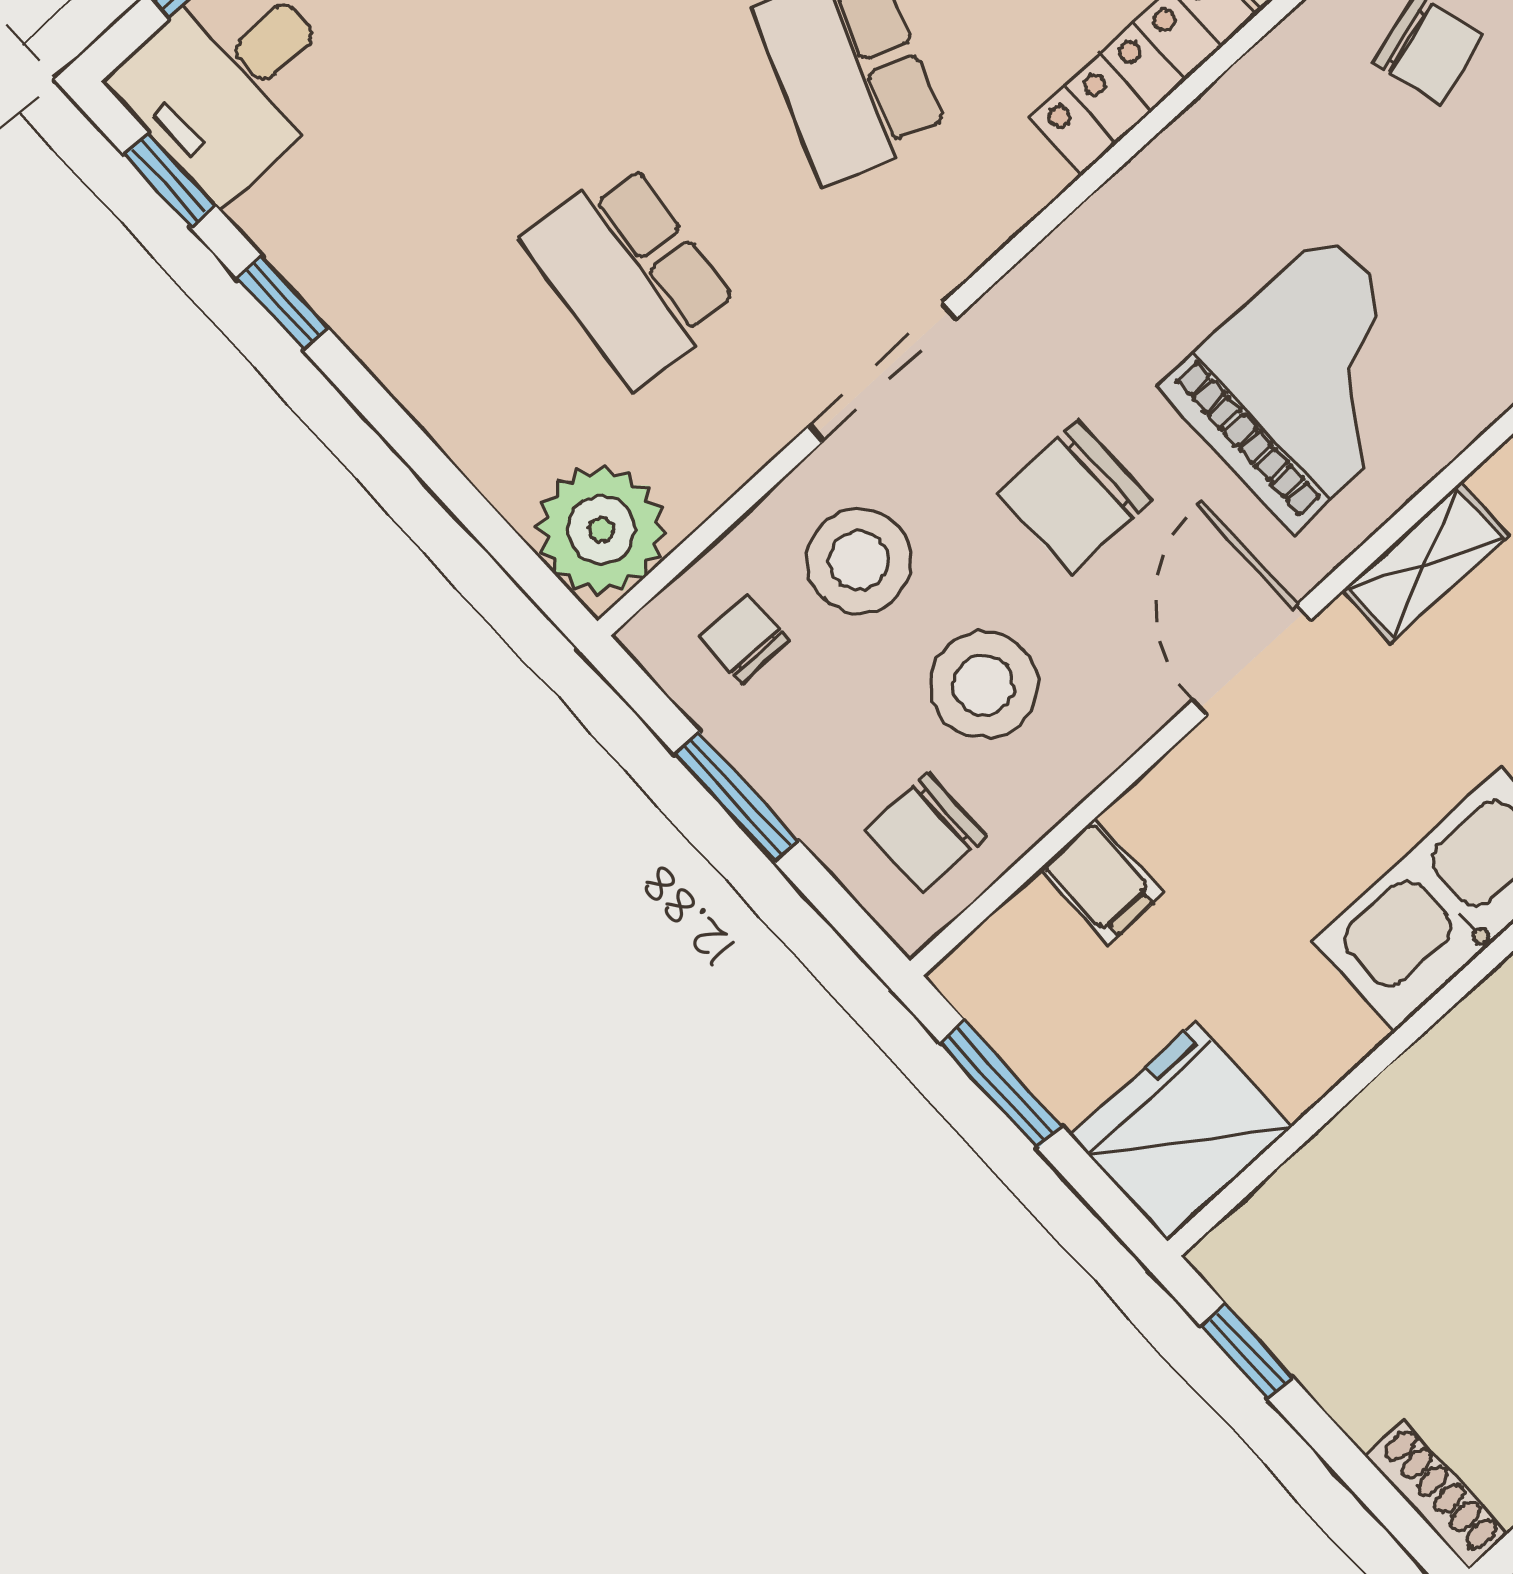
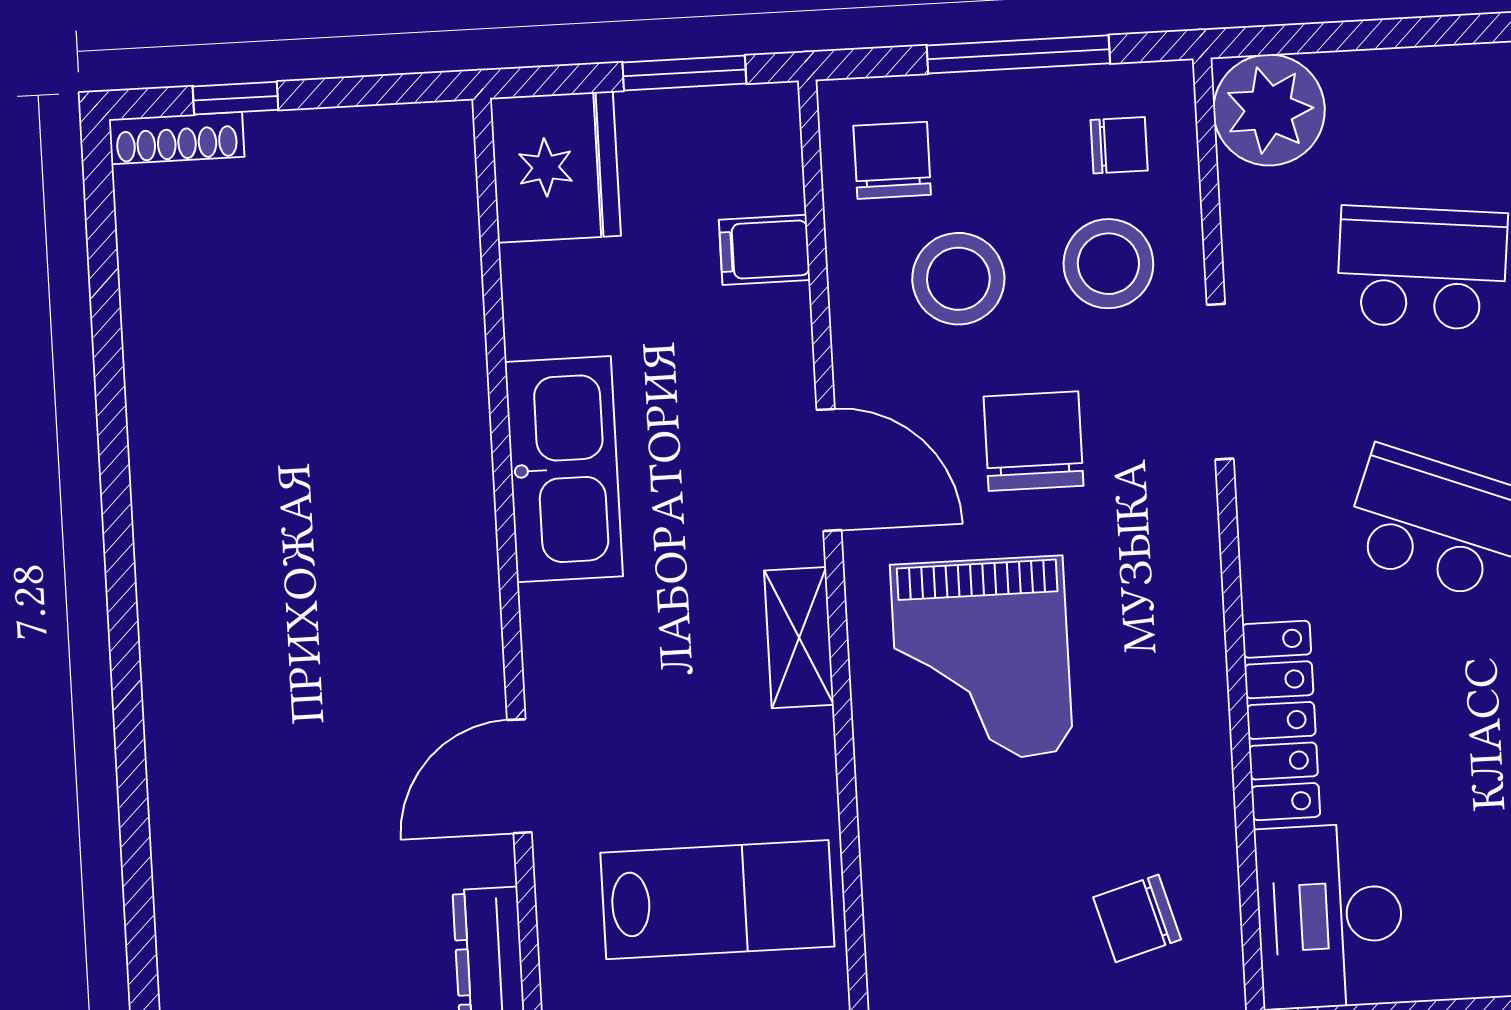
window: (737, 797) -> (1018, 54), width x1.44
window: (1247, 1352) -> (235, 98), moved

